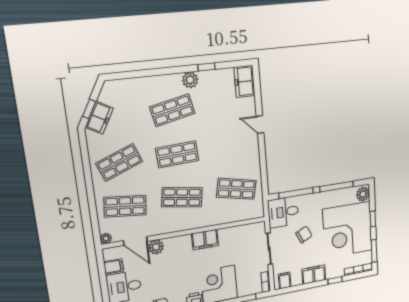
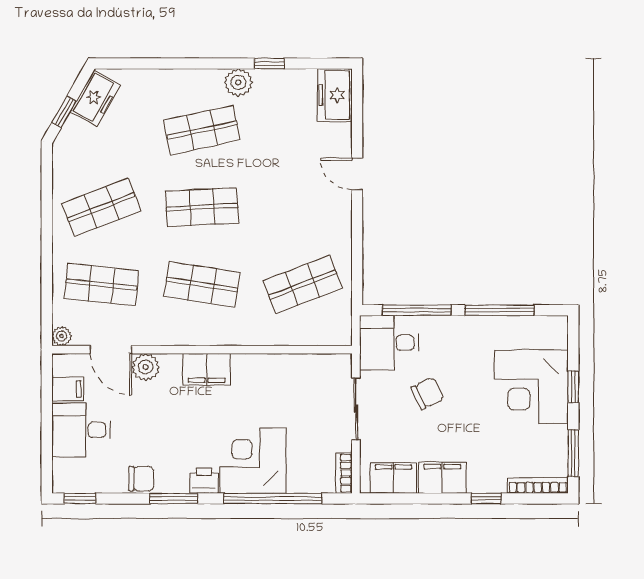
freezer: (99, 118) -> (95, 98), moved
shop shelf: (236, 189) -> (303, 284), turned -33
plant: (363, 194) -> (554, 334), removed
corner desk: (348, 230) -> (531, 387), width x0.74, depth x0.74
filing cabinet: (205, 240) -> (207, 369), moved
filing cabinet: (285, 280) -> (393, 478), width x2.00

